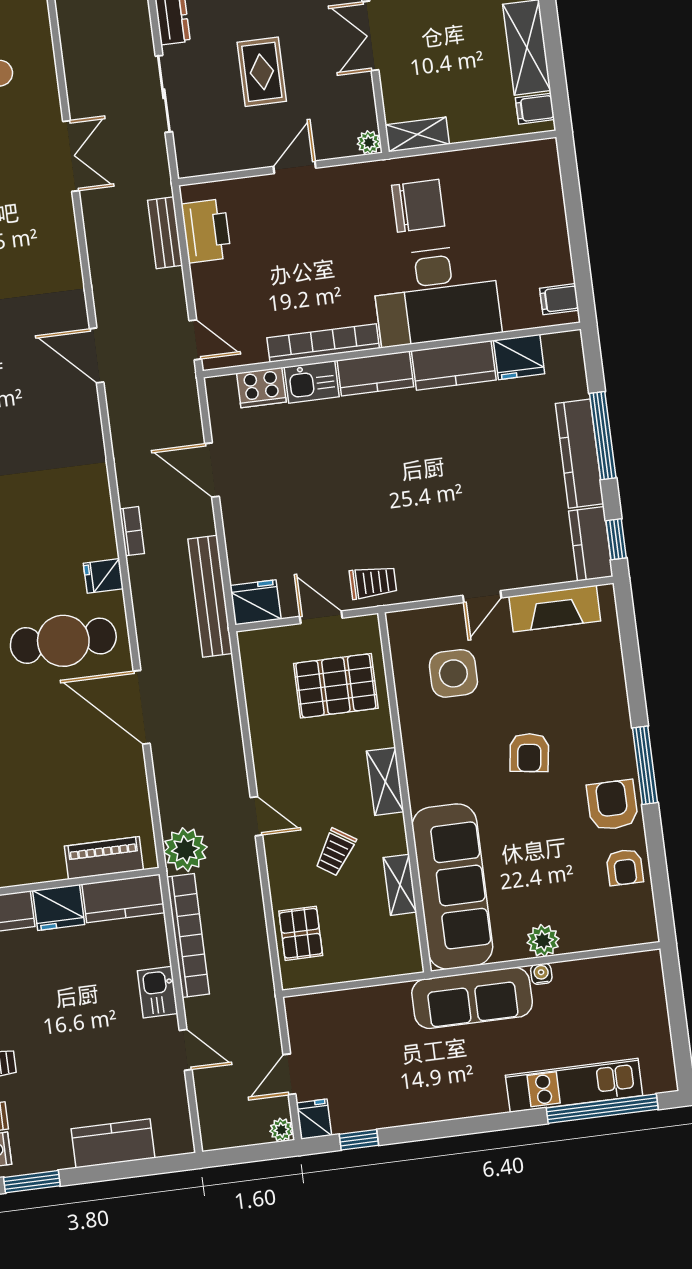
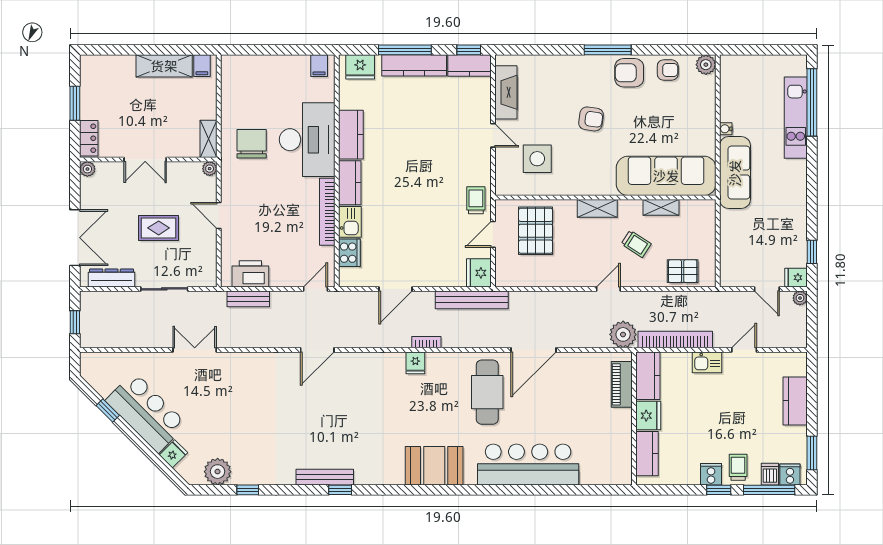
fridge: (519, 357) -> (360, 67), moved, turned 90
fridge: (103, 576) -> (415, 363), moved
plant: (543, 941) -> (706, 65), moved

